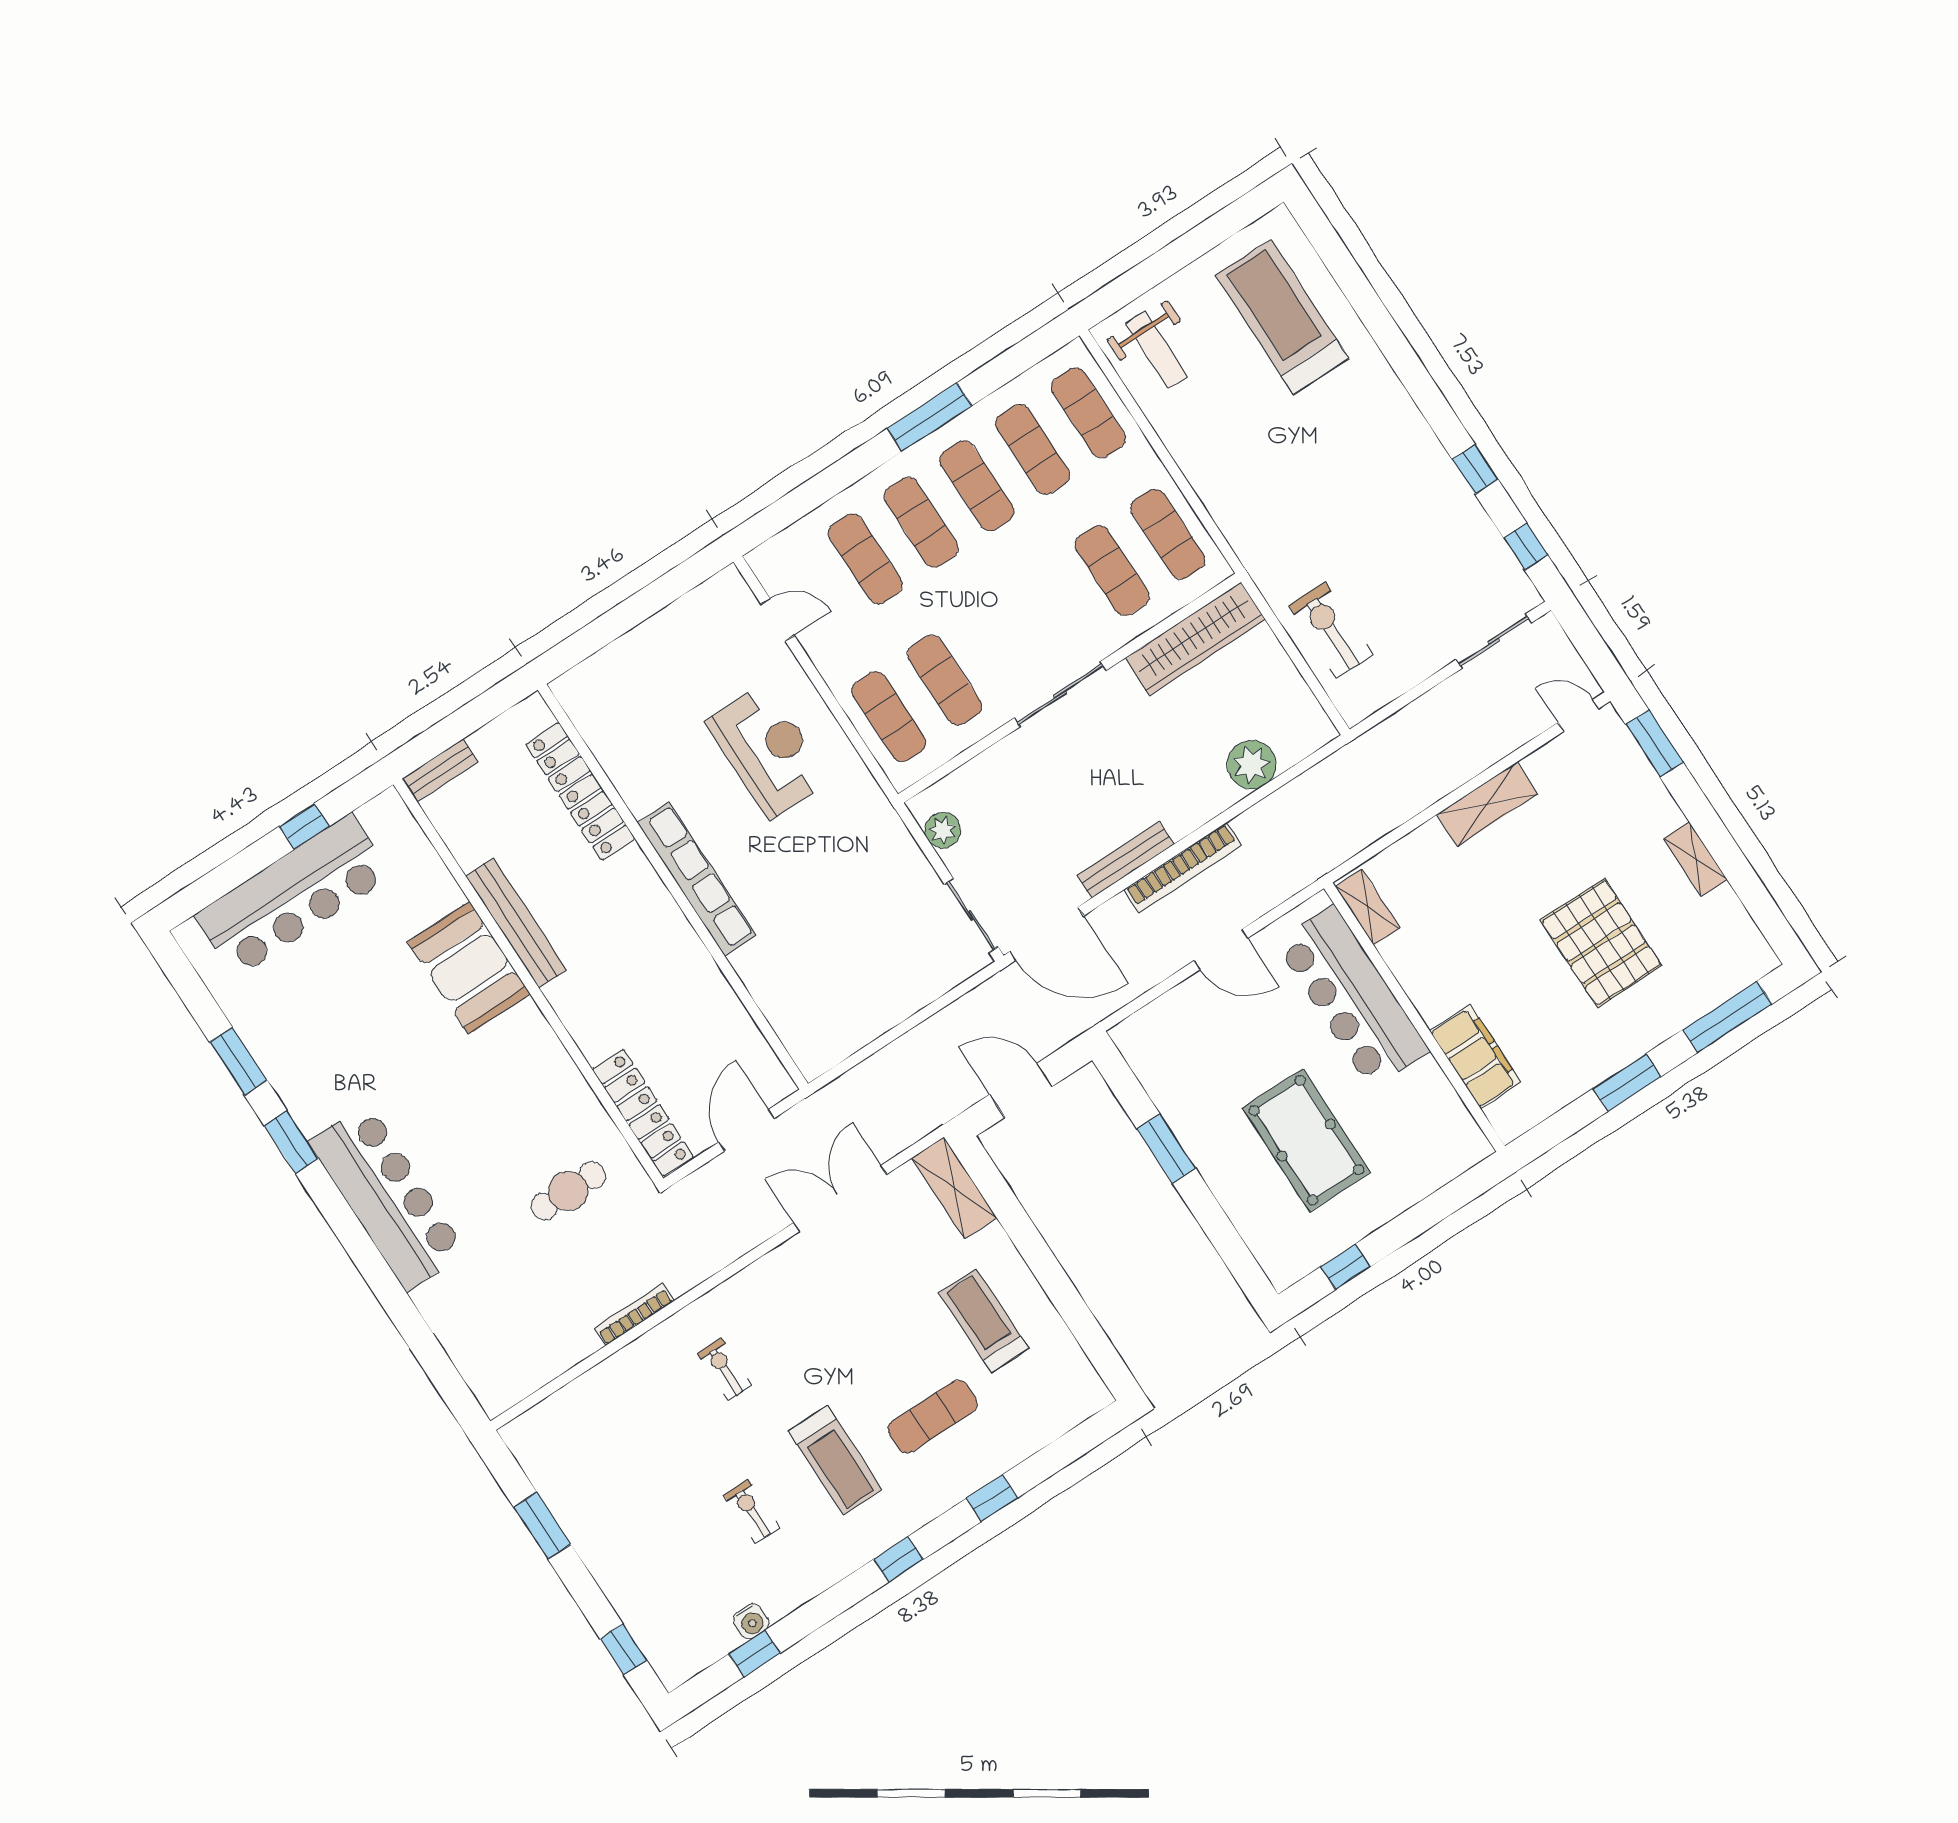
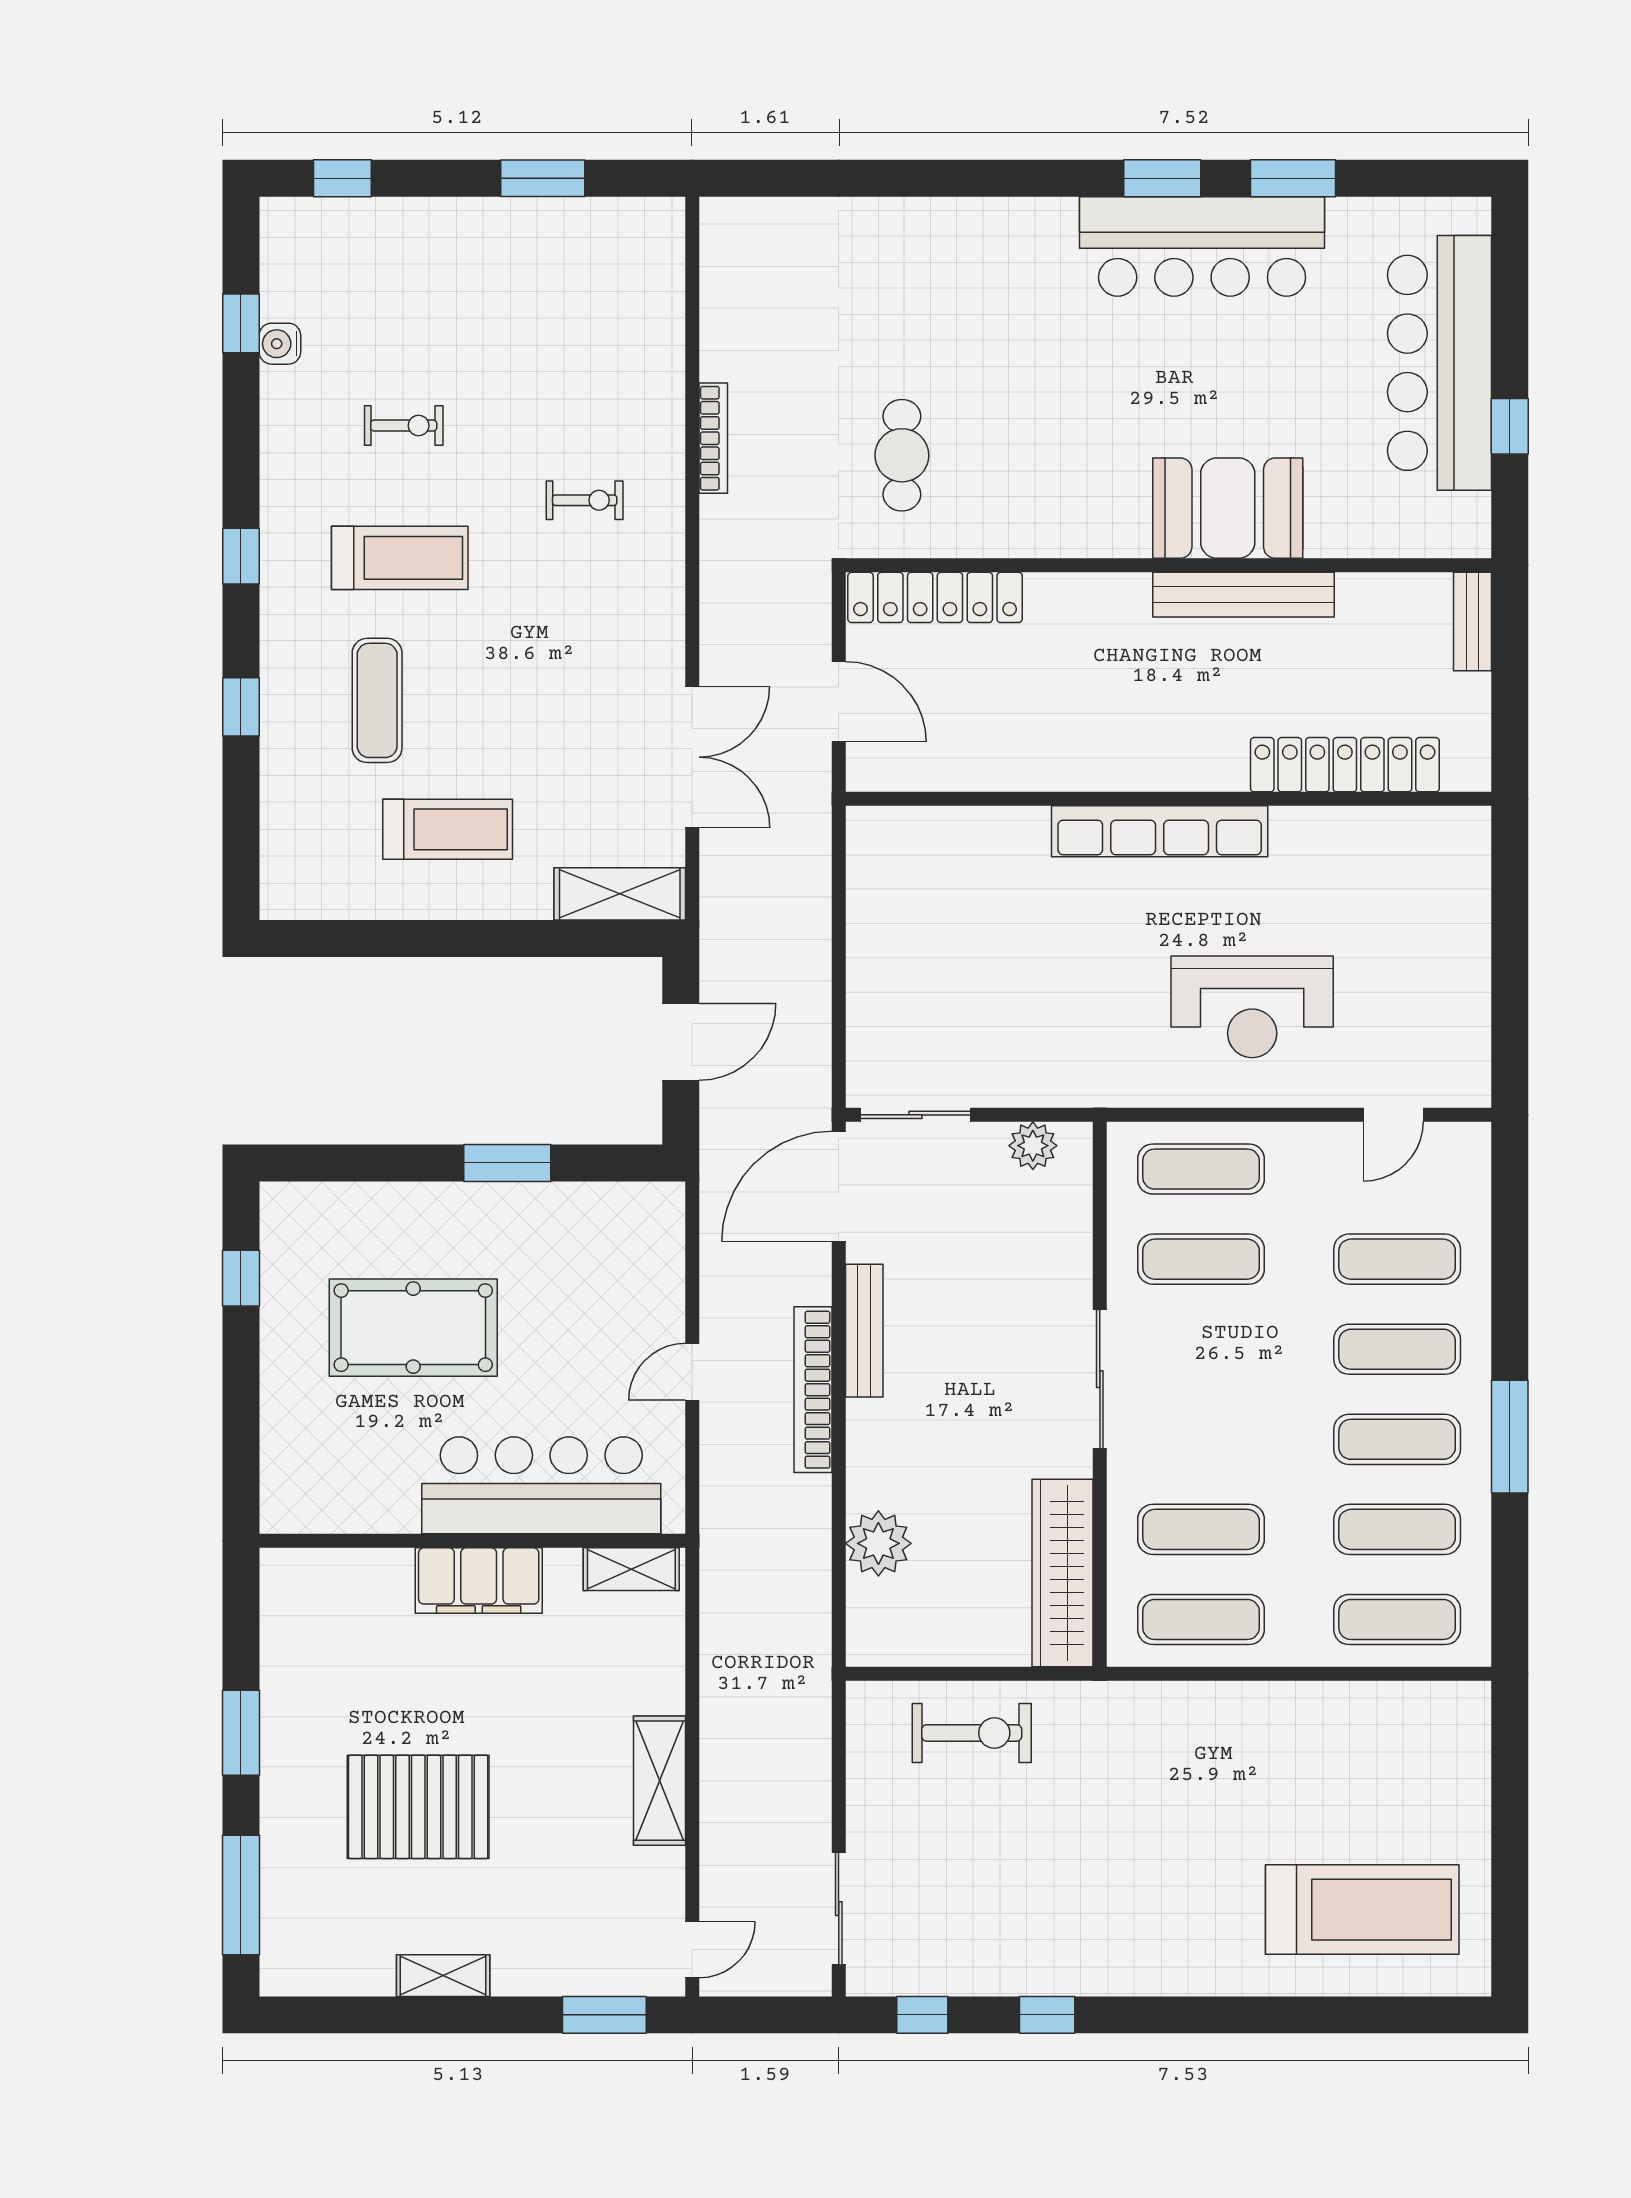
weight bench: (1157, 350) -> (1418, 1743), removed
door: (1221, 950) -> (692, 1372), width x0.73
filing cabinet: (1475, 1057) -> (479, 1581), moved
bar counter: (388, 1197) -> (1202, 246), moved
treadmill: (835, 1460) -> (400, 558), turned 180

